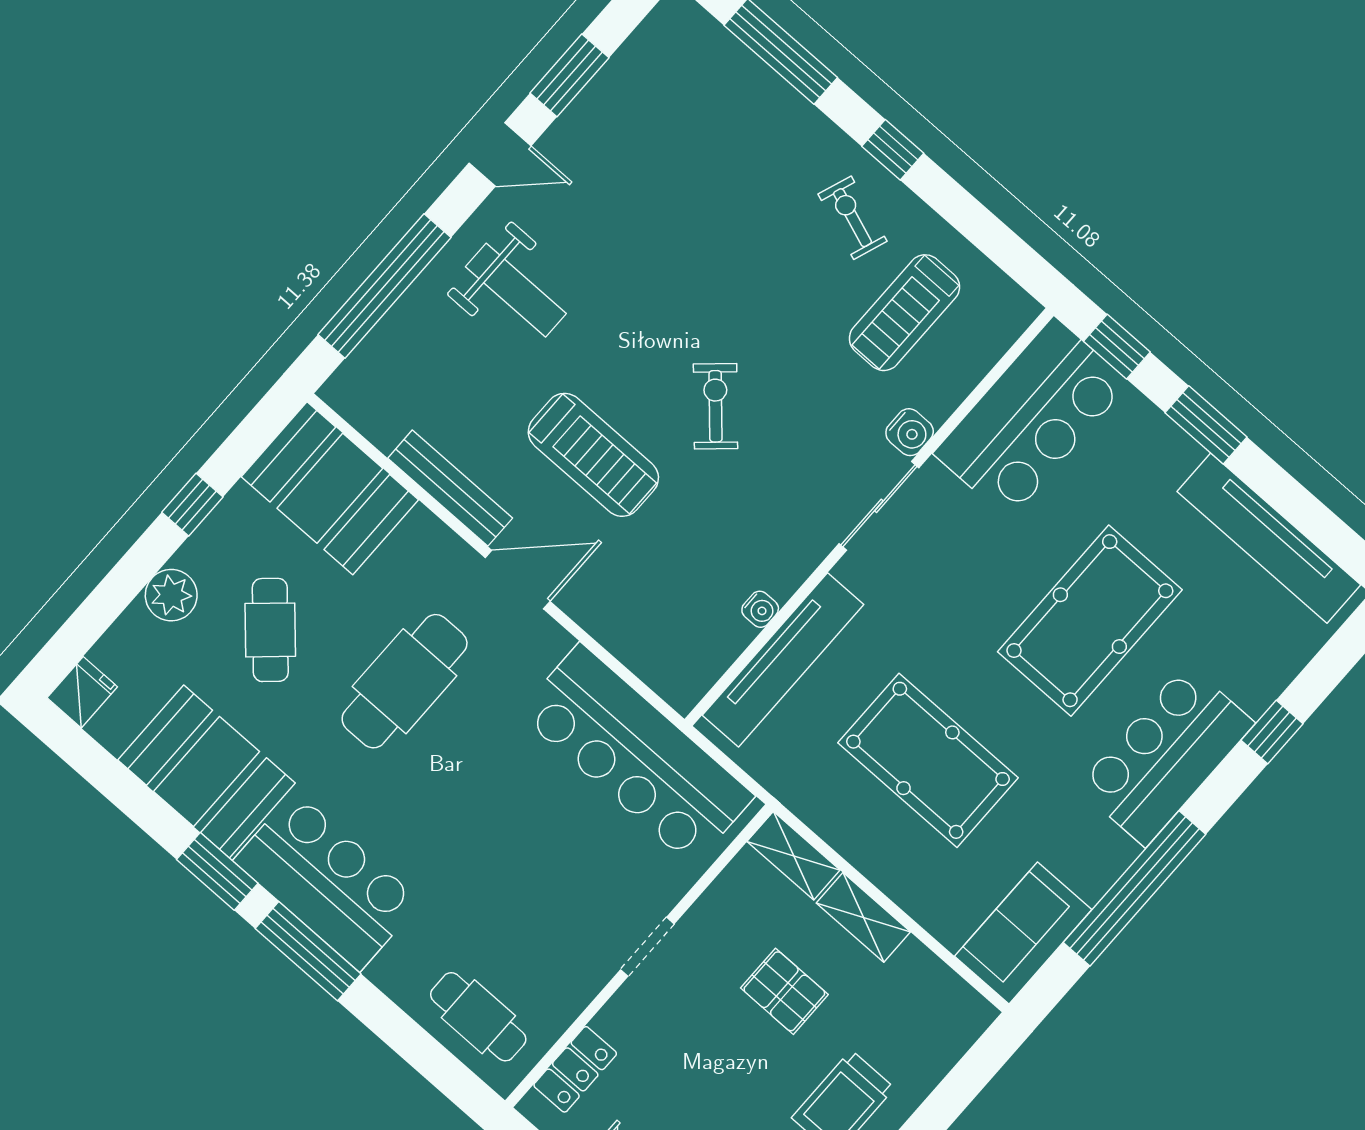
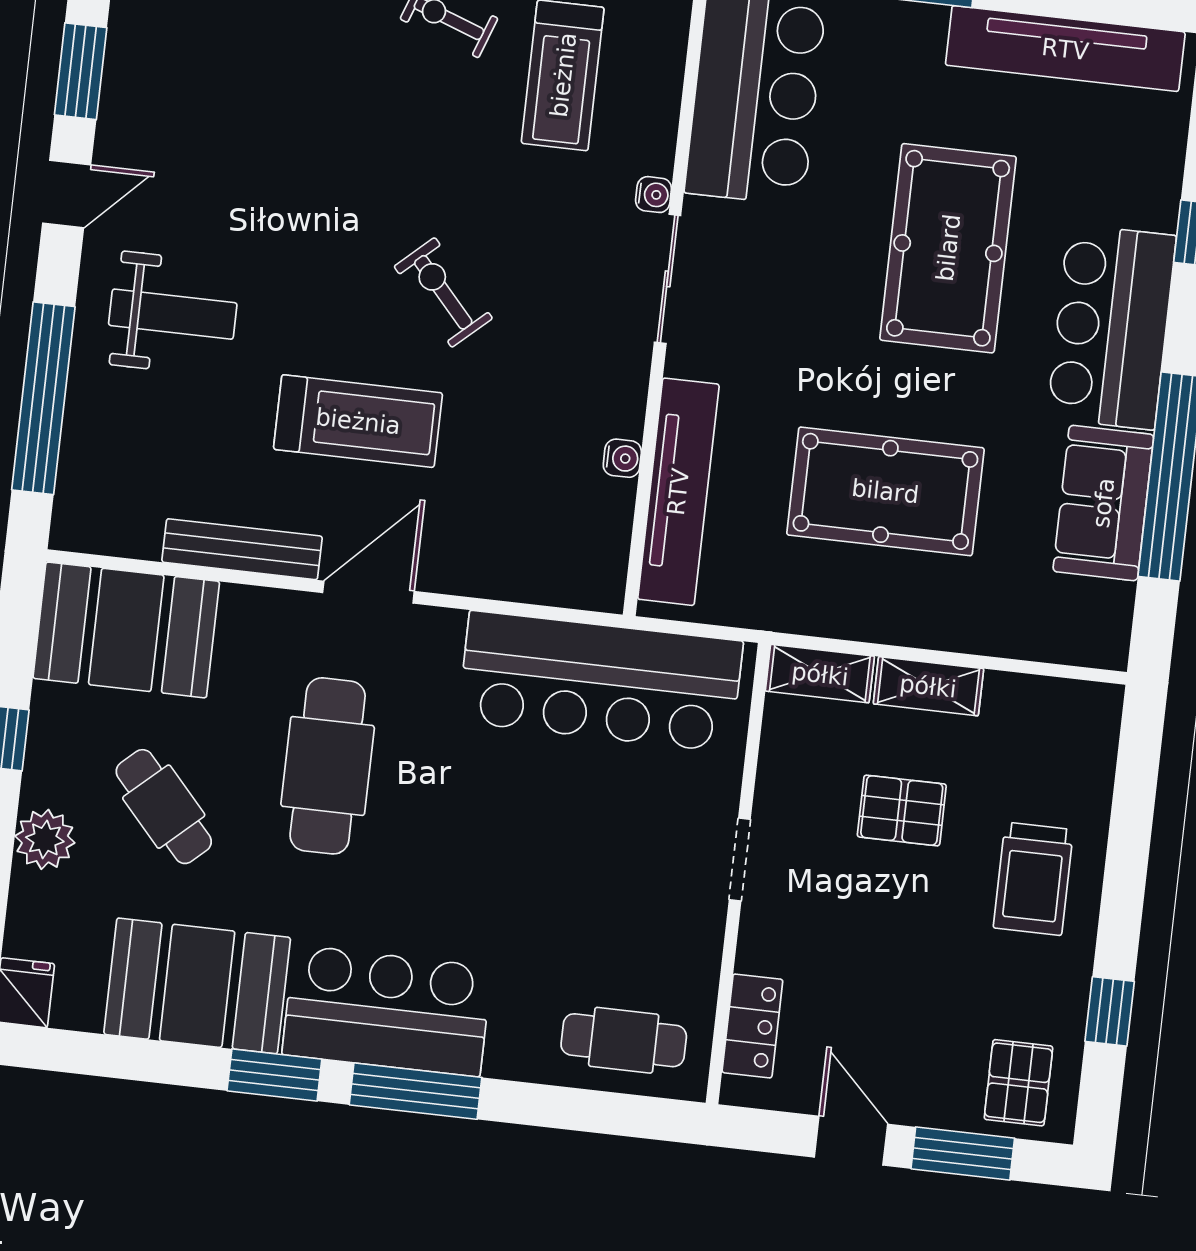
water cooler: (910, 432) -> (654, 195), width x0.72, depth x0.72
sofa: (1023, 933) -> (1103, 503), moved

